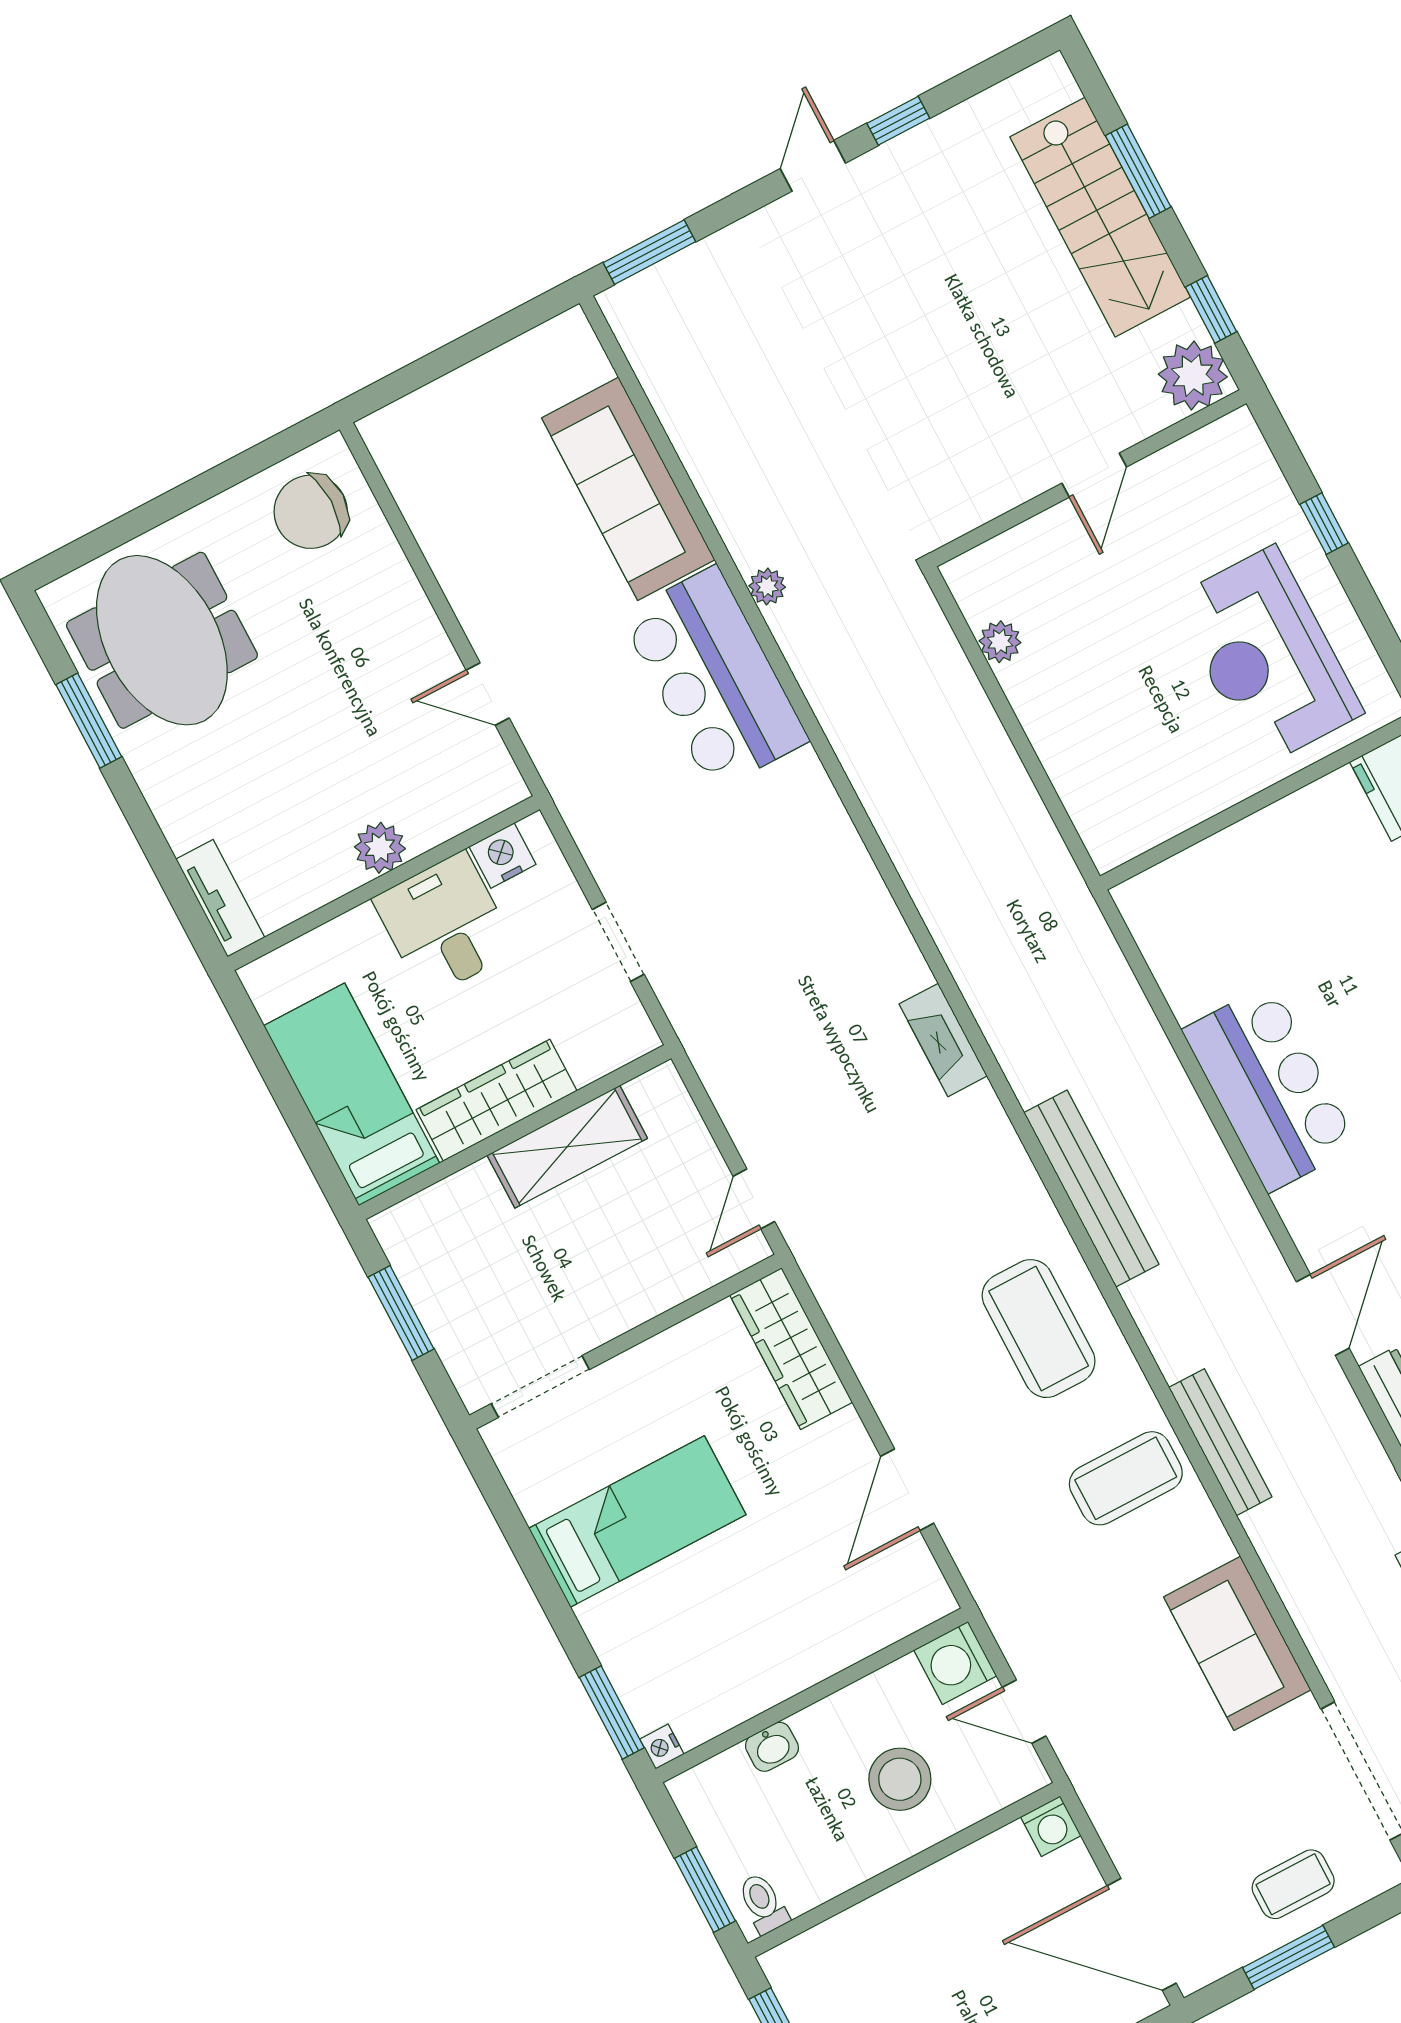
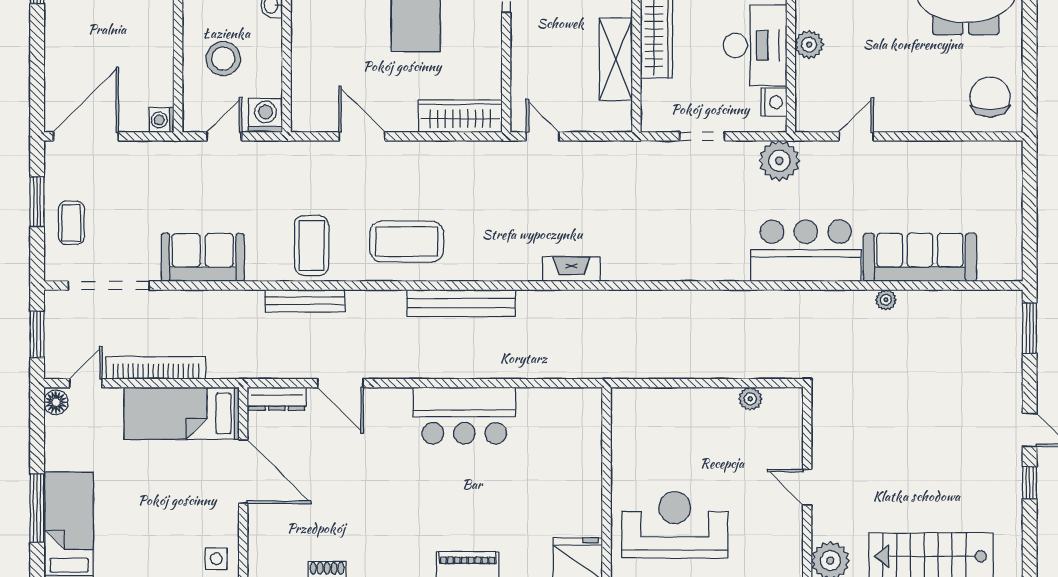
plant: (767, 587) -> (886, 300), moved
plant: (592, 797) -> (779, 161), added
desk: (445, 925) -> (755, 45), width x1.37

